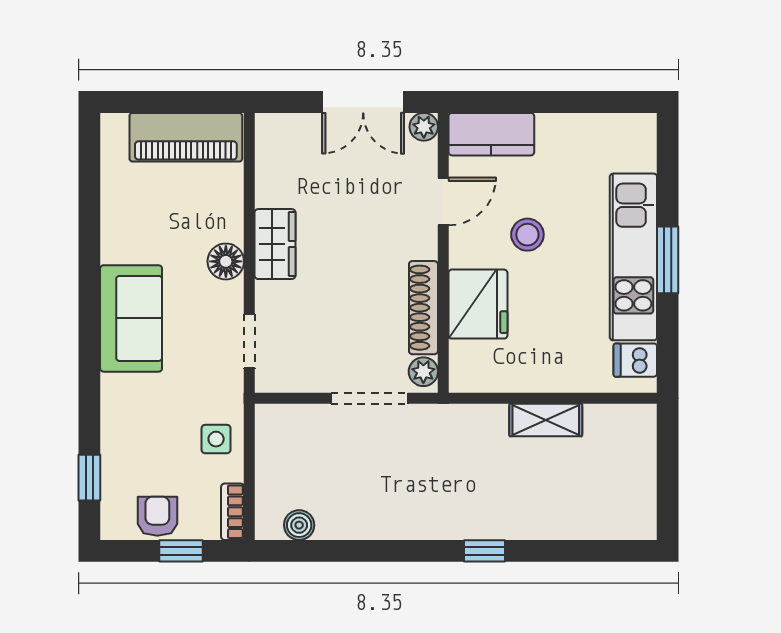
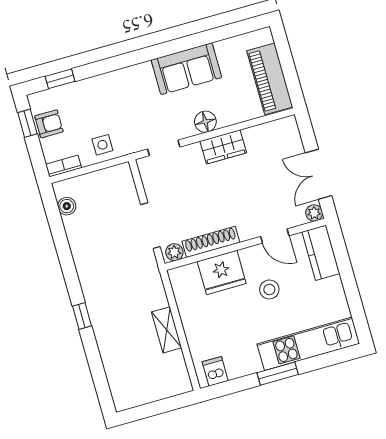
kitchen unit: (633, 257) -> (308, 344), moved
sofa: (131, 318) -> (186, 69), moved
window: (181, 551) -> (27, 123), moved

